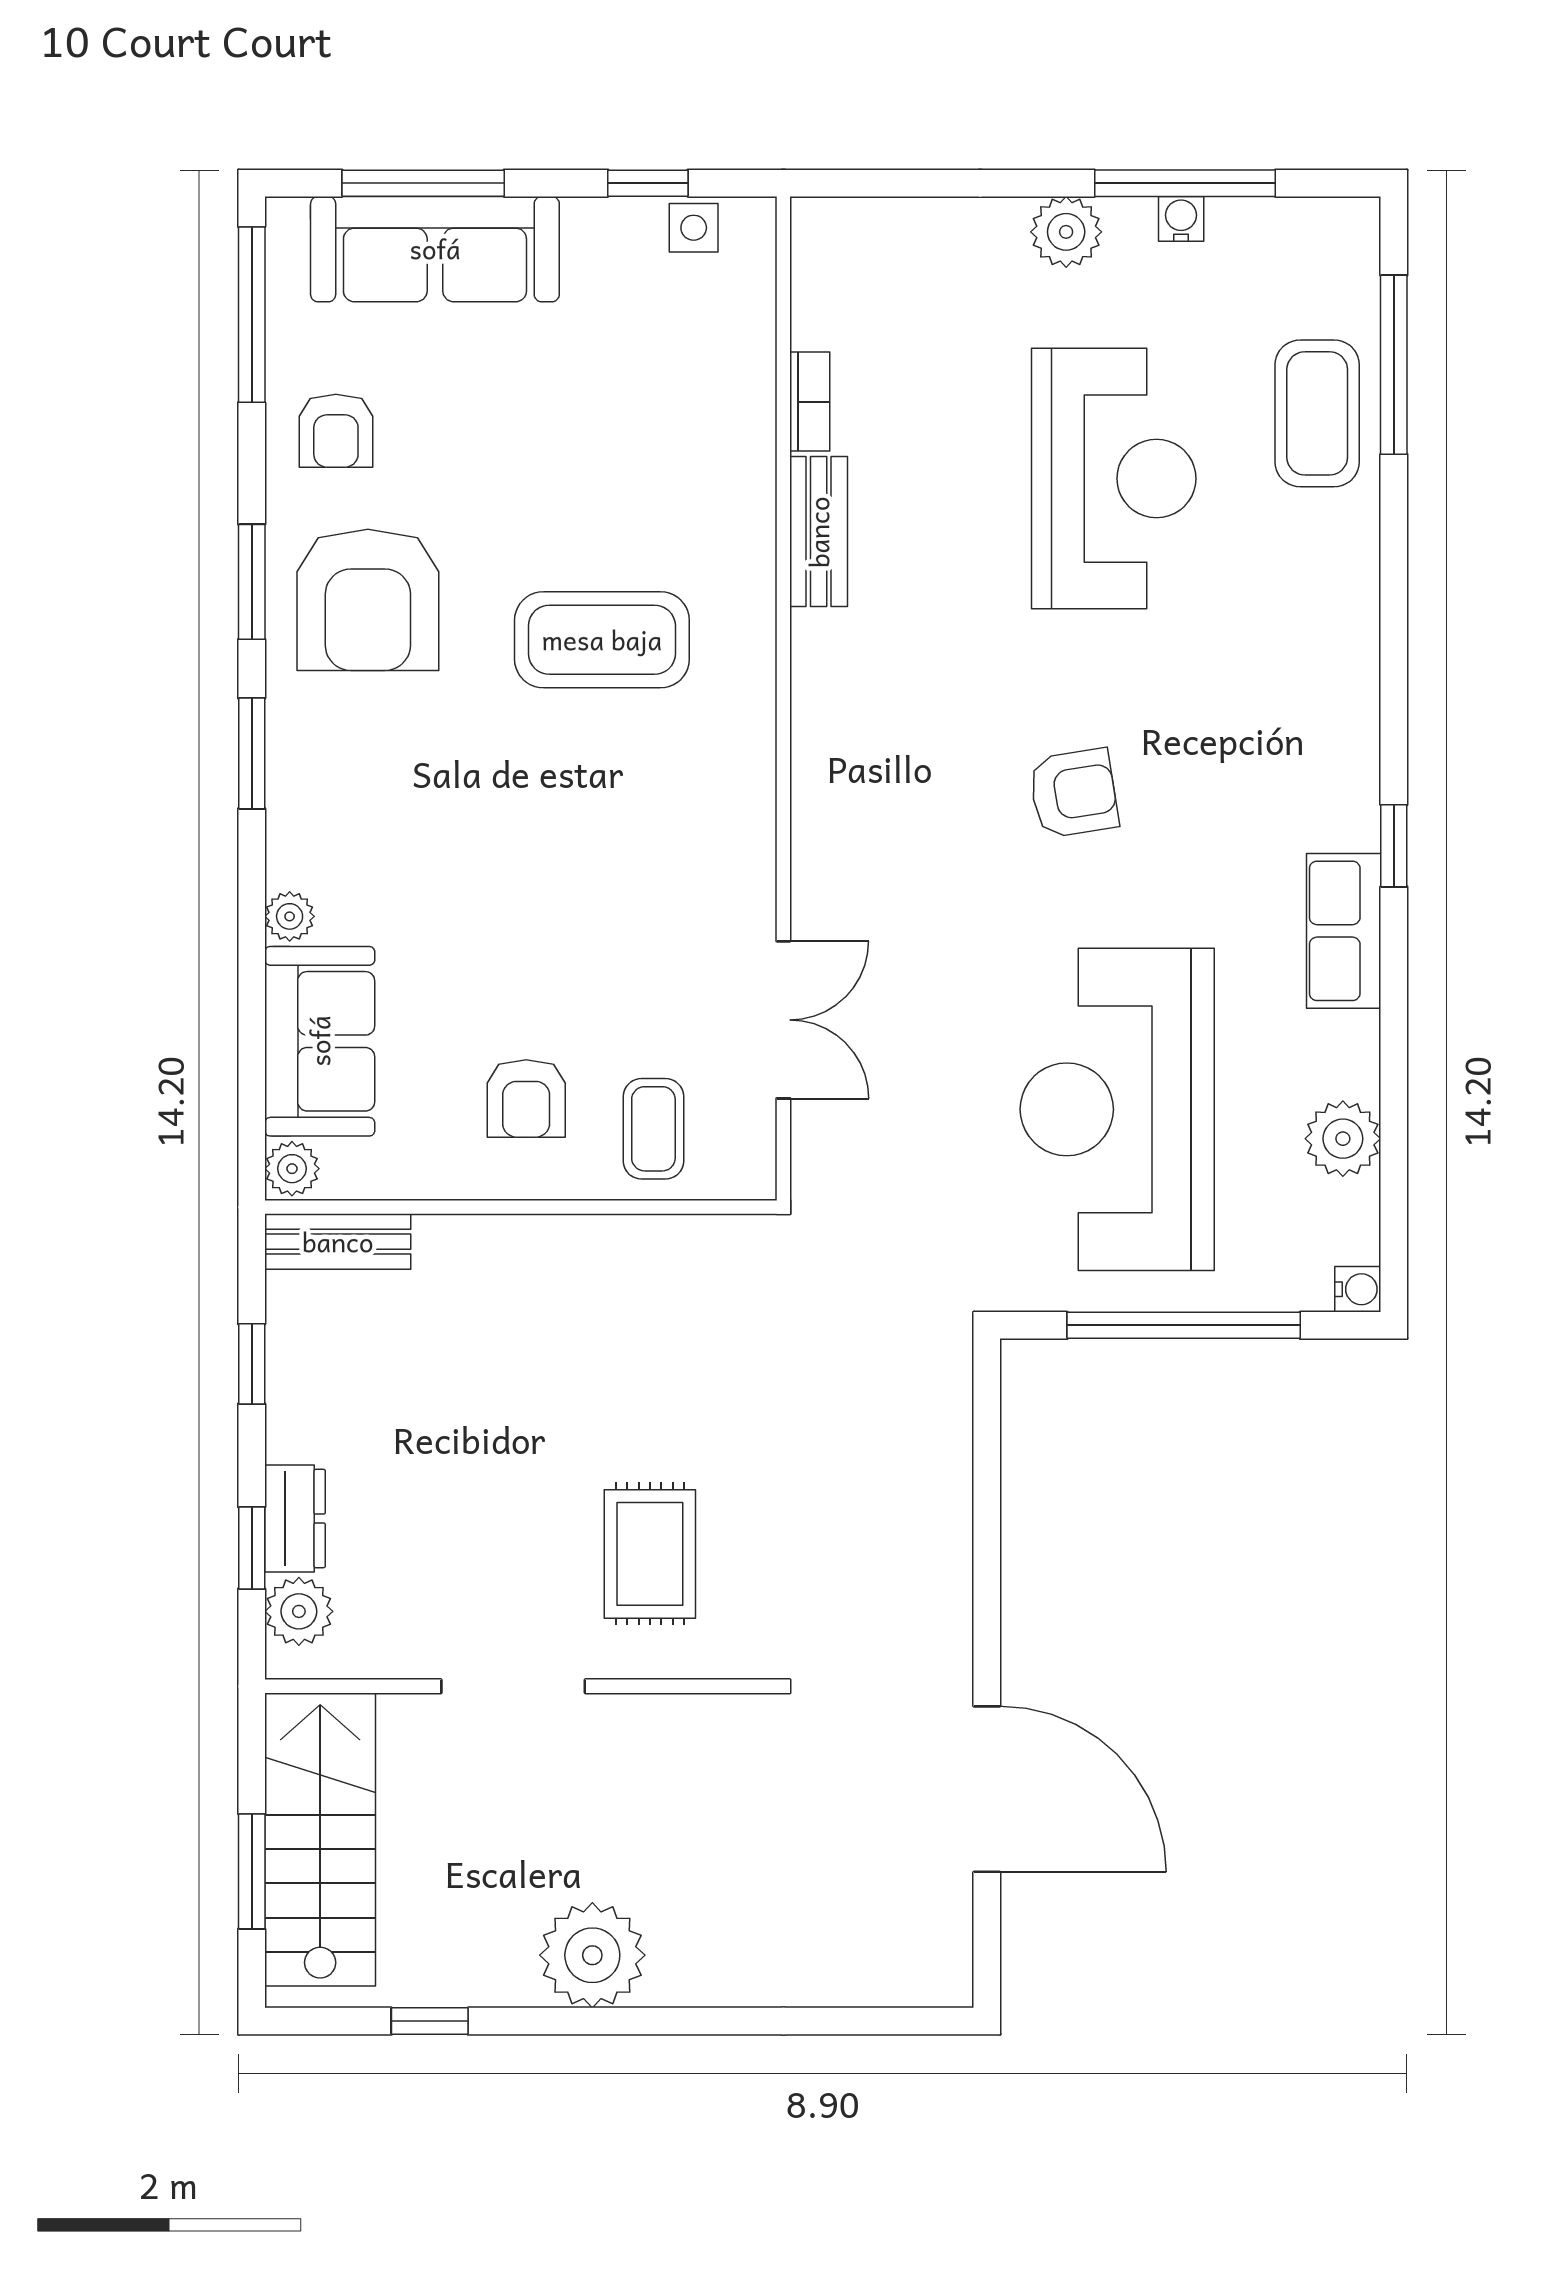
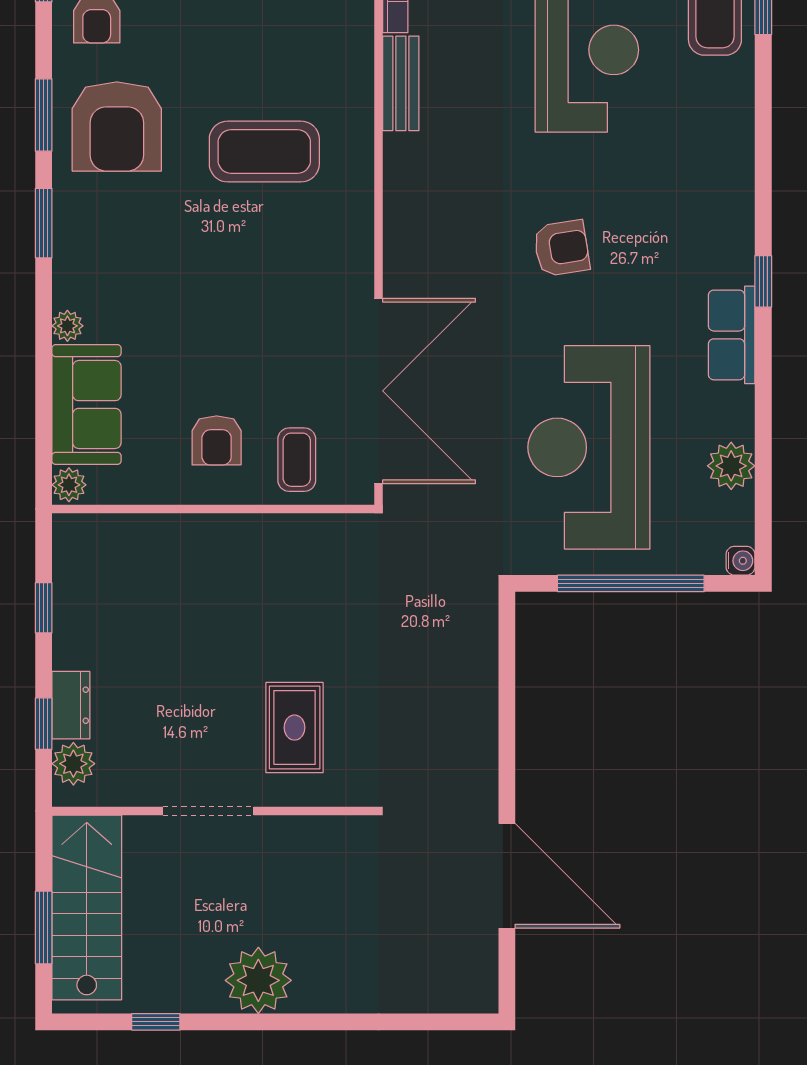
double door: (783, 1020) -> (379, 391), width x1.87
bench: (338, 1242) -> (98, 531), removed

